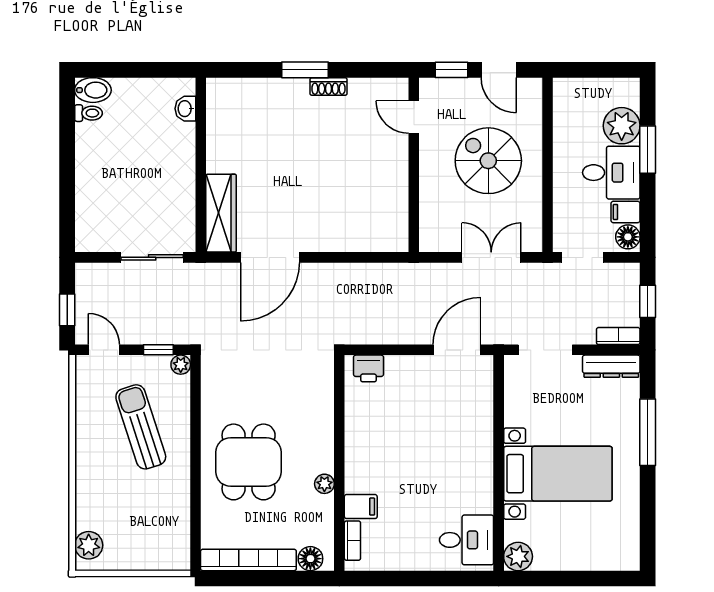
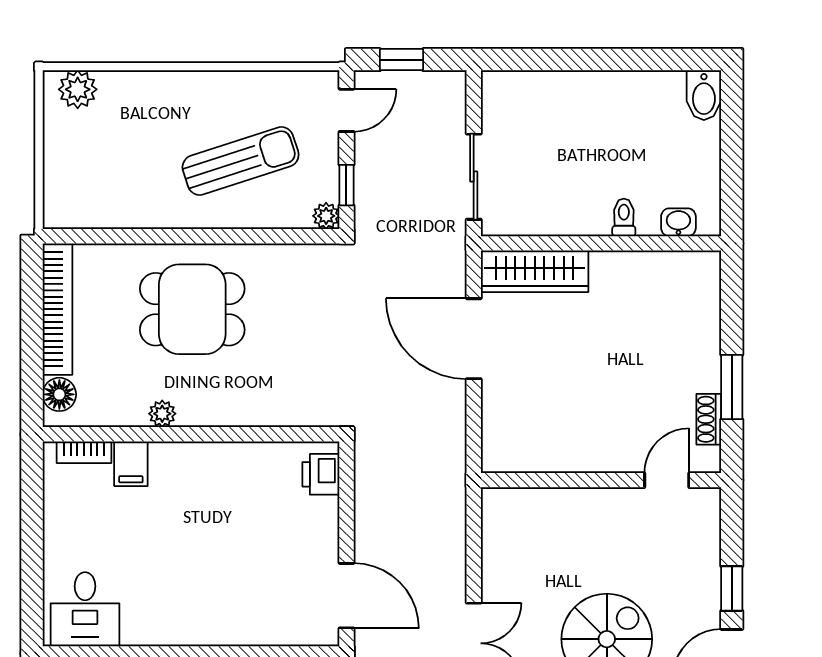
toilet: (88, 113) -> (624, 217), moved, turned 180
door: (414, 117) -> (667, 480), moved
wall: (414, 165) -> (601, 480), moved

